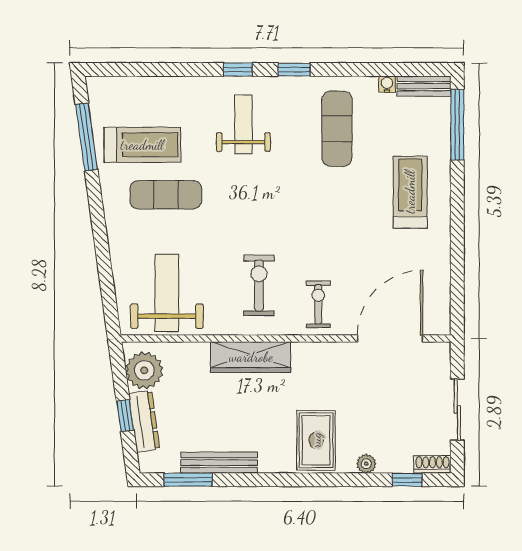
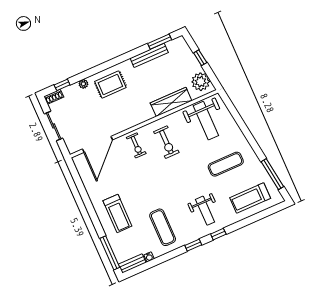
treadmill: (142, 145) -> (250, 198), moved
wardrobe: (251, 357) -> (171, 102), moved
dresser: (144, 421) -> (191, 59), removed
rug: (316, 440) -> (110, 84), turned 90

